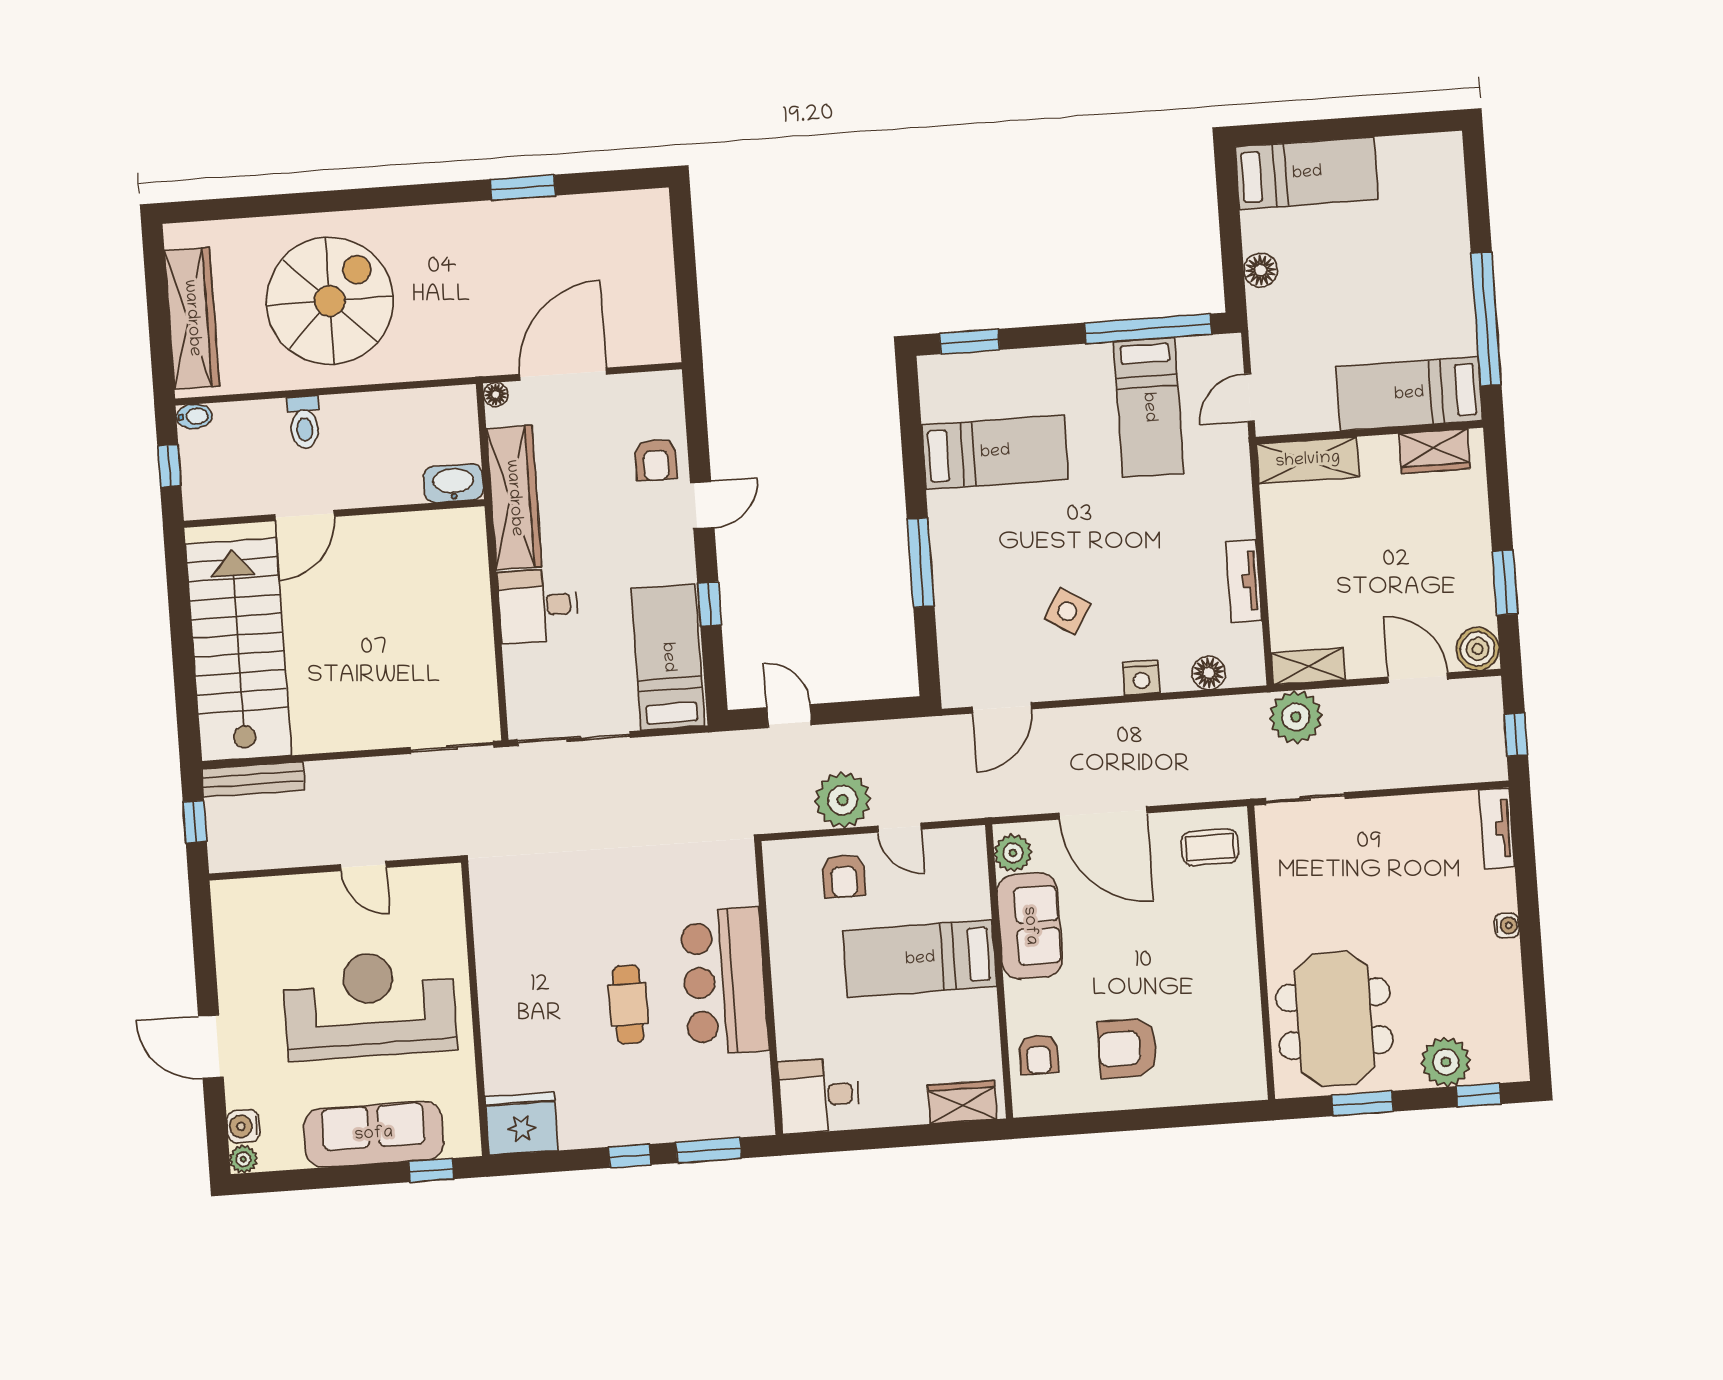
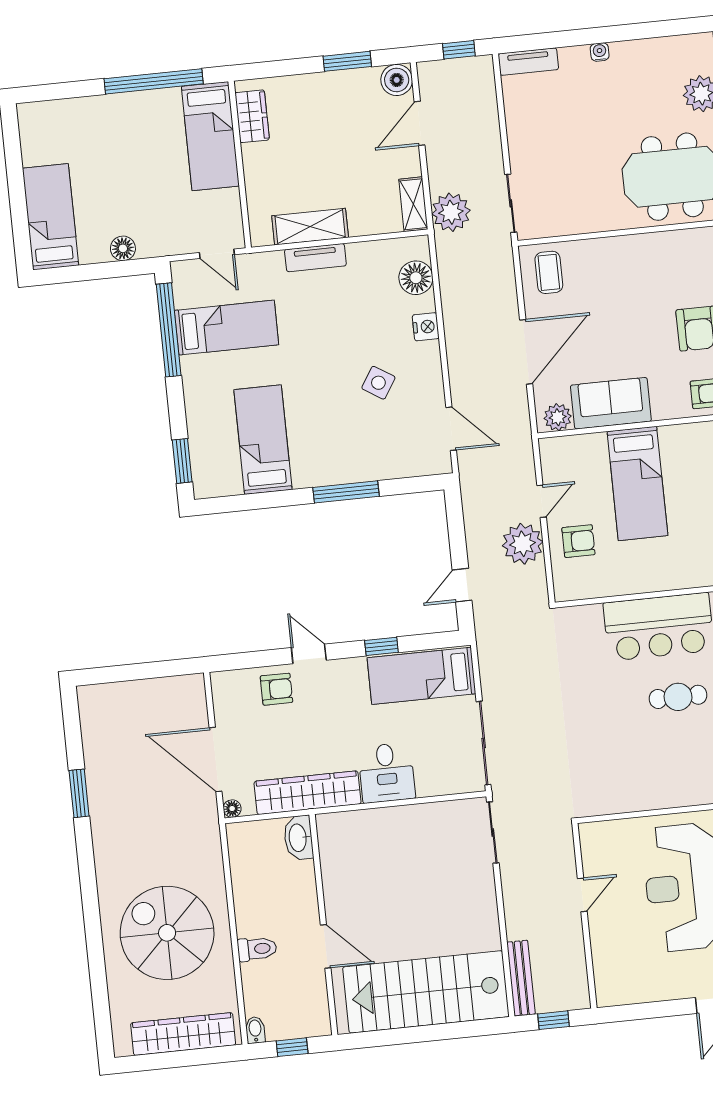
shelving: (1308, 460) -> (310, 227), moved, turned 90
tv unit: (1243, 581) -> (315, 258), moved
floor lamp: (1209, 673) -> (416, 278), width x1.38, depth x1.38

